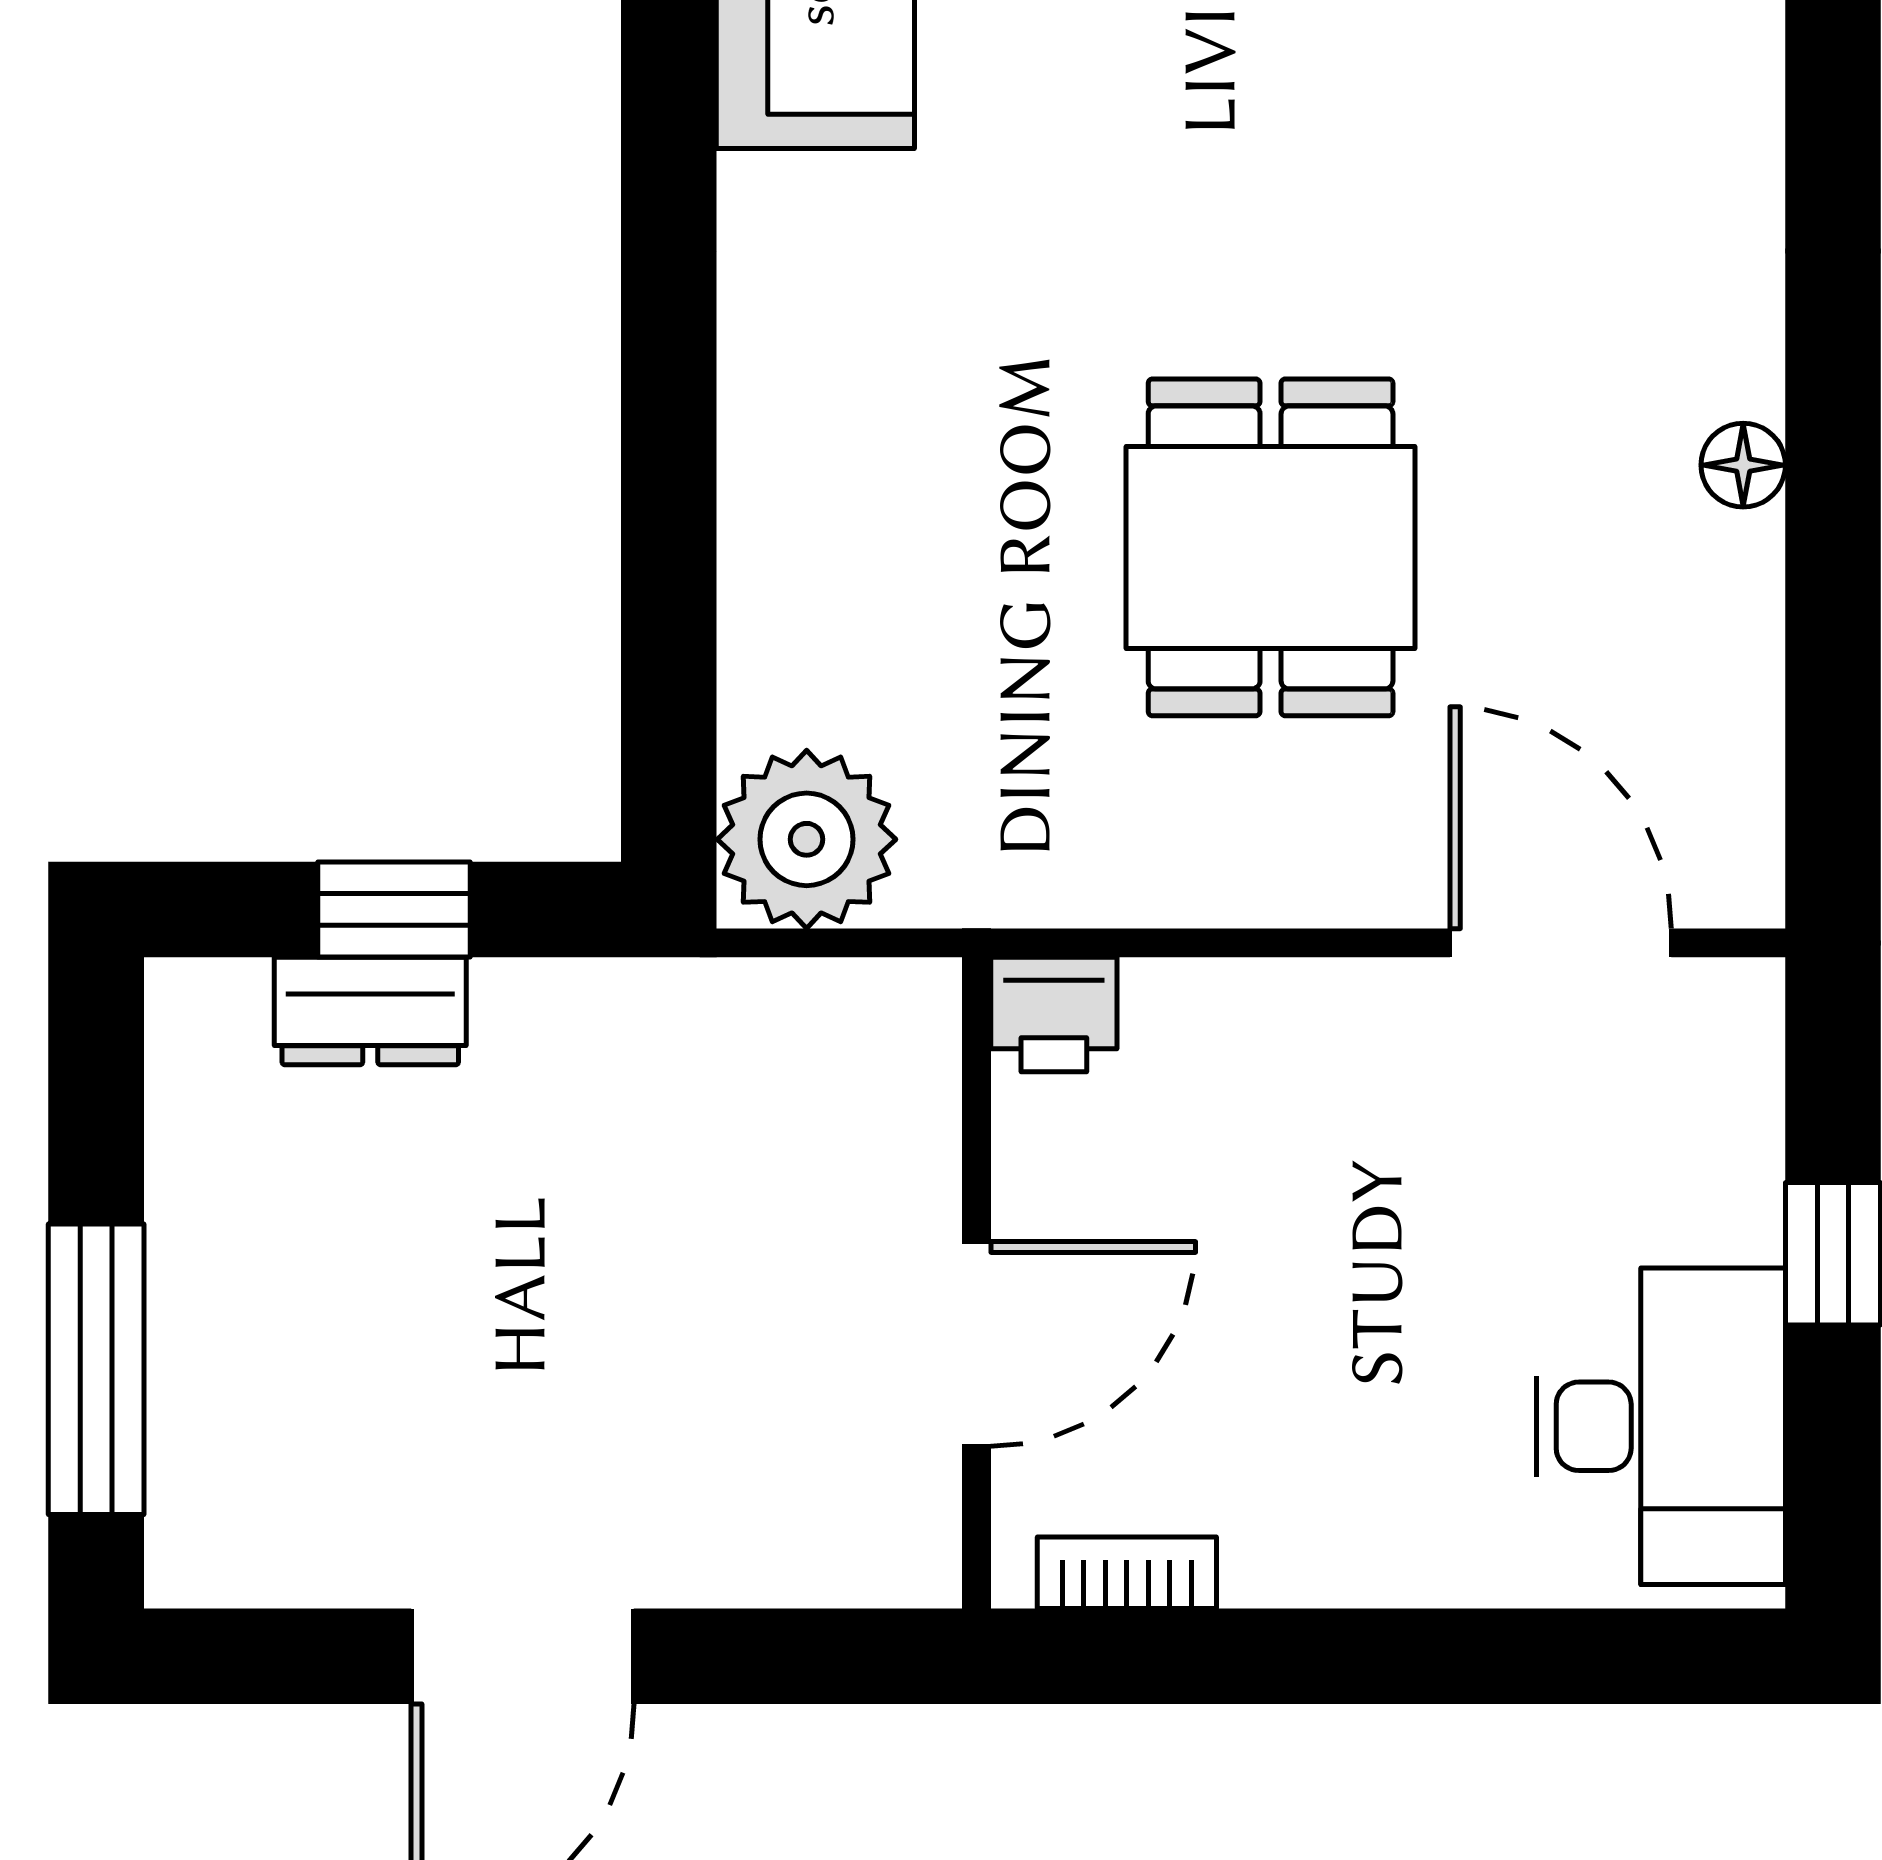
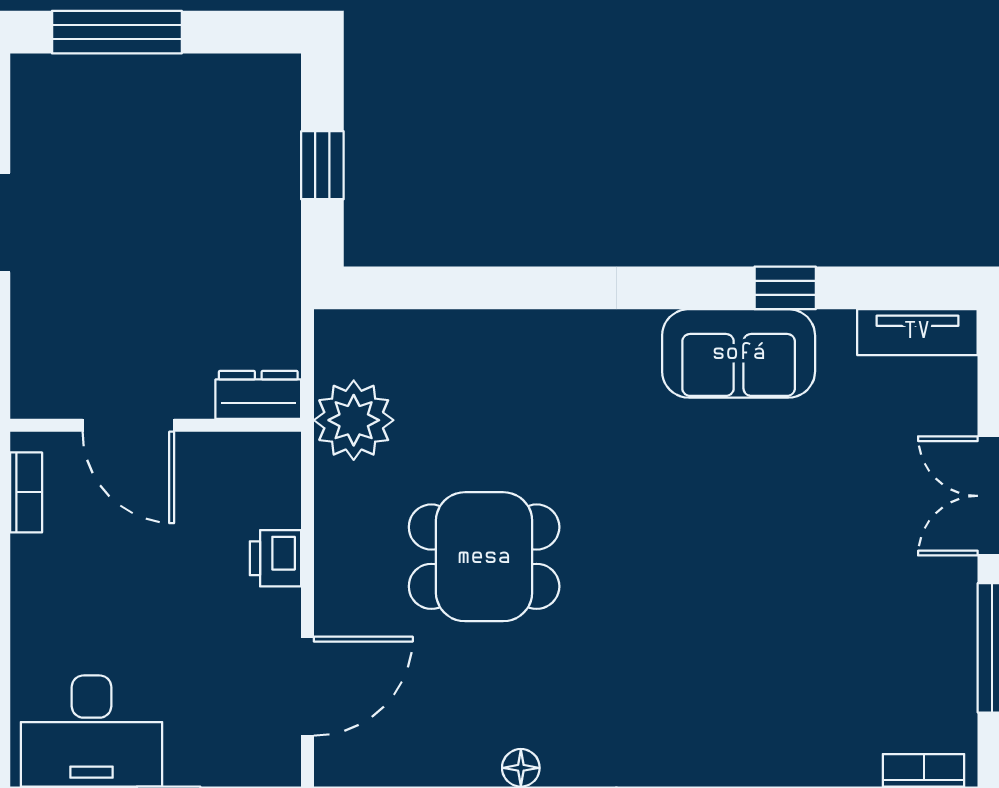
plant: (807, 839) -> (354, 420), moved
dresser: (370, 1011) -> (258, 395), moved, turned 90
printer: (1054, 1015) -> (275, 558), moved

